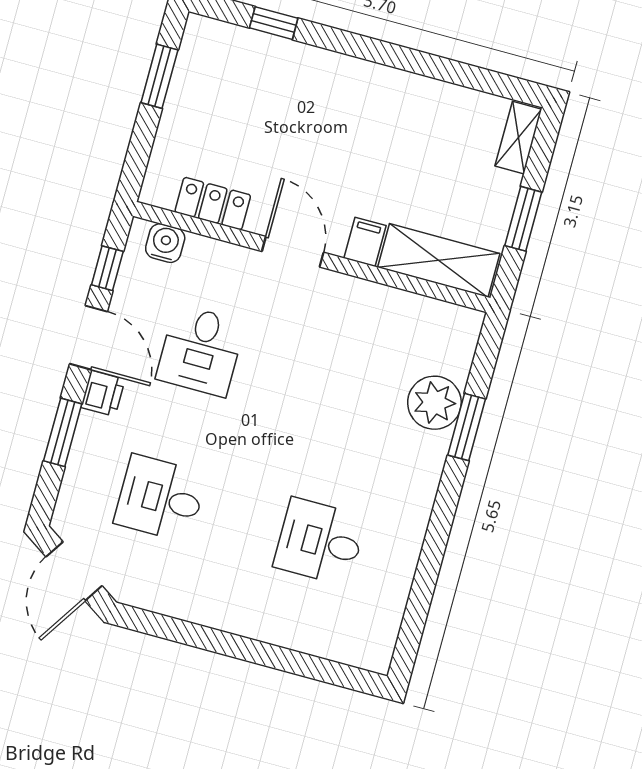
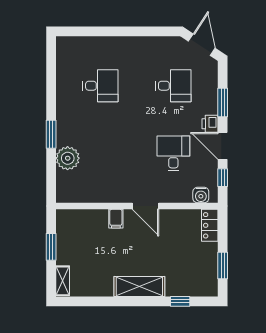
locker: (213, 204) -> (210, 225), moved, turned 90
shelving: (439, 260) -> (139, 286), moved
window: (467, 427) -> (51, 134), moved

